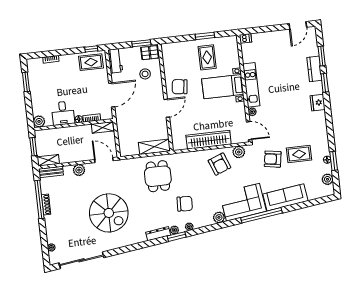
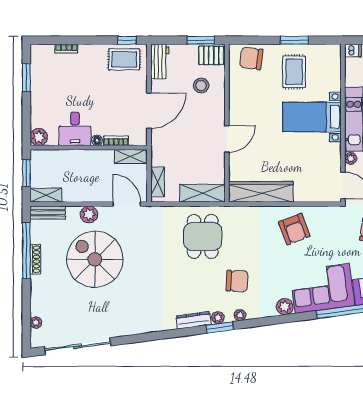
chair: (180, 87) -> (251, 58), moved
wardrobe: (209, 140) -> (261, 192), moved
shelving: (123, 143) -> (158, 182), added
plant: (239, 152) -> (324, 215), removed
spiral stairs: (109, 213) -> (95, 259), moved, turned 180

